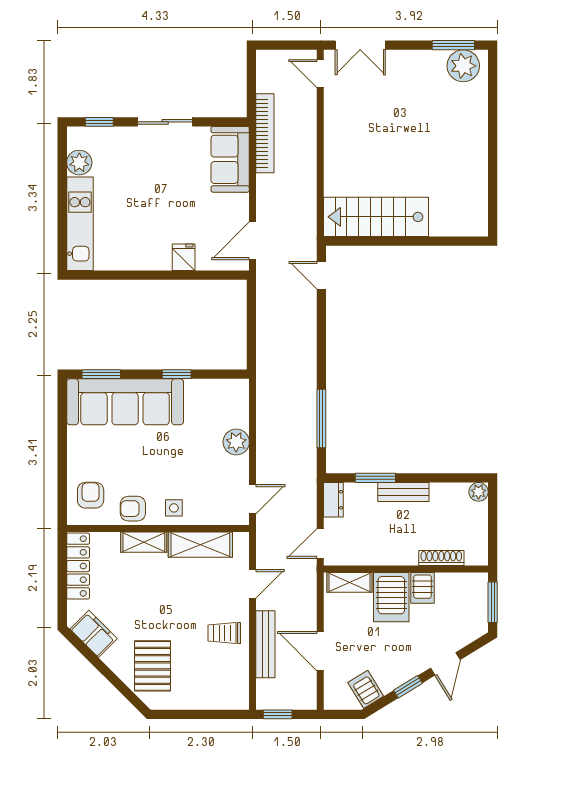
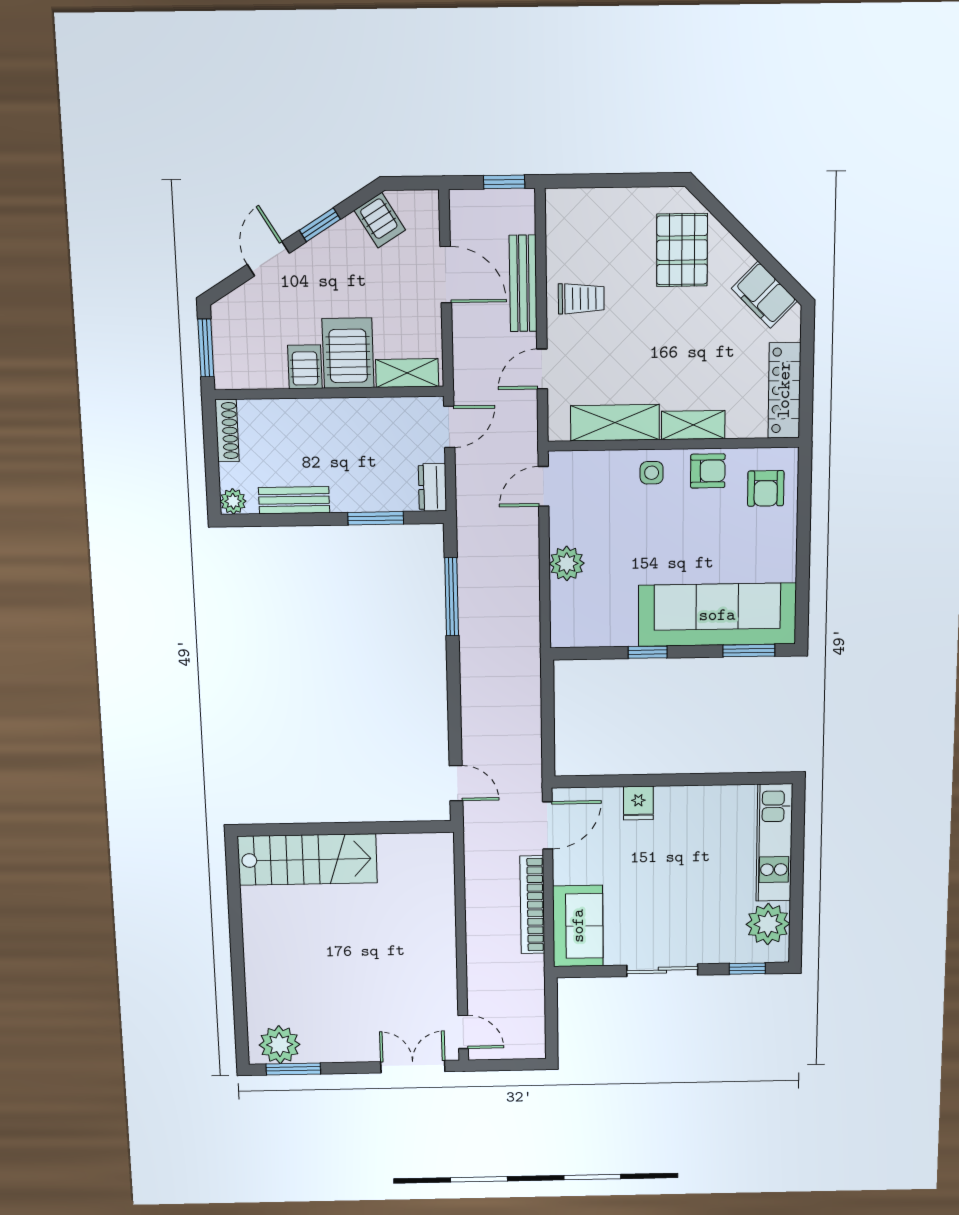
bookcase: (265, 133) -> (532, 905), moved
plant: (79, 163) -> (768, 924), width x1.36, depth x1.36
stairs: (376, 217) -> (307, 860), moved
bench: (403, 492) -> (294, 500), moved
shoe rack: (441, 558) -> (227, 431), moved, turned -90

